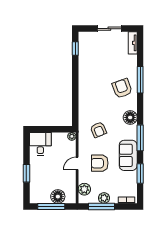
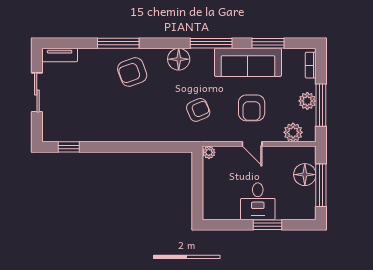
desk: (40, 144) -> (258, 201), moved, turned -90
sofa: (128, 155) -> (248, 62), width x1.36

